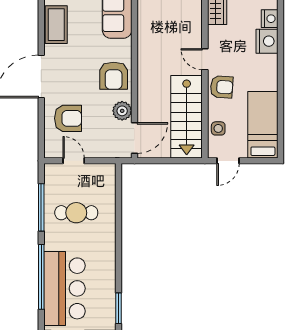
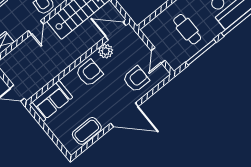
armchair: (68, 118) -> (136, 79), turned 90

